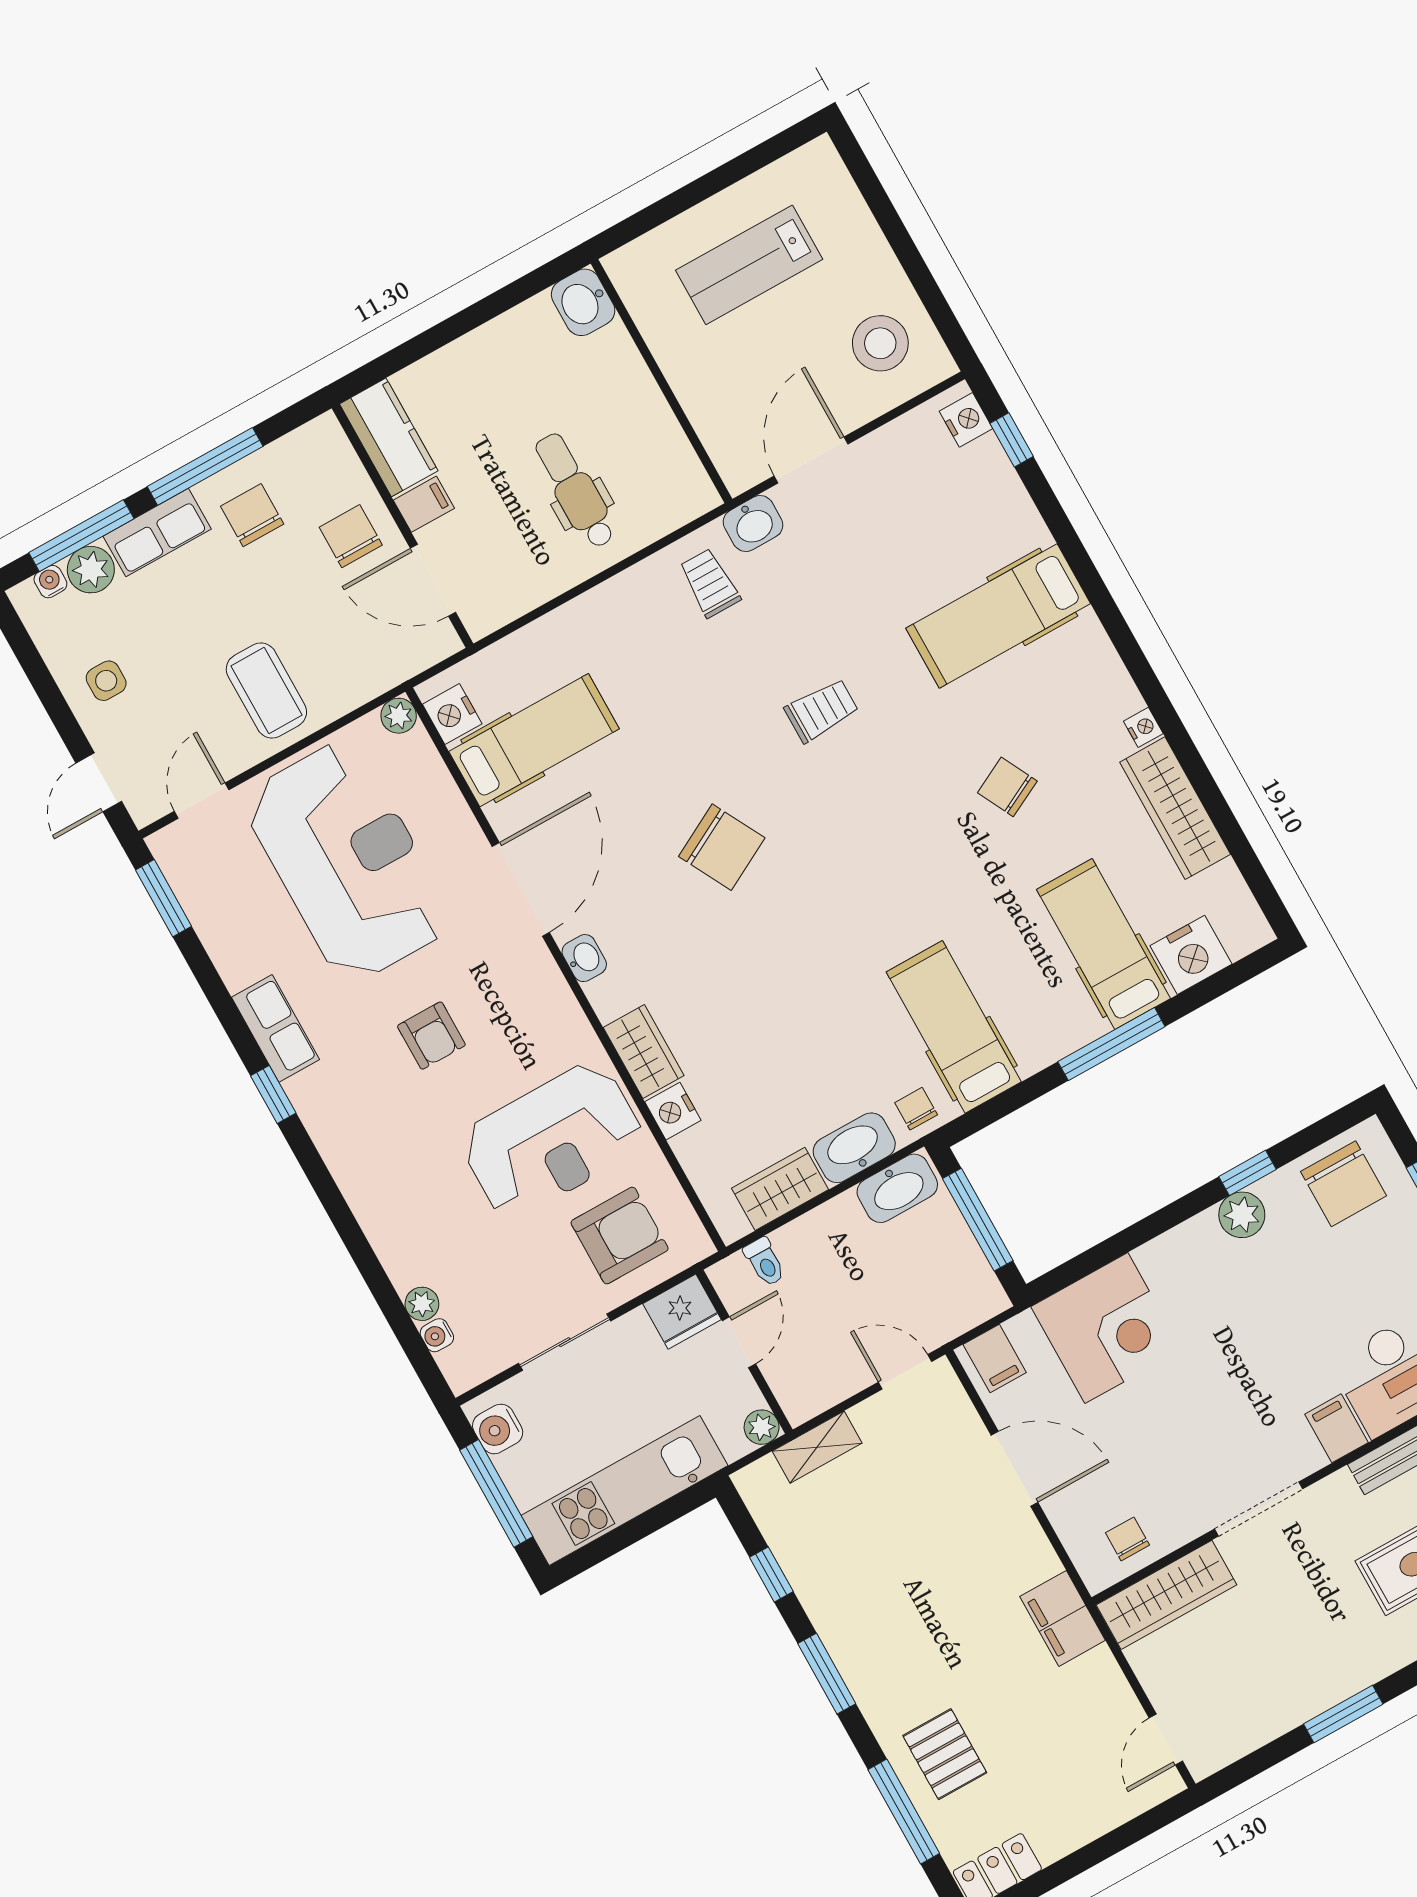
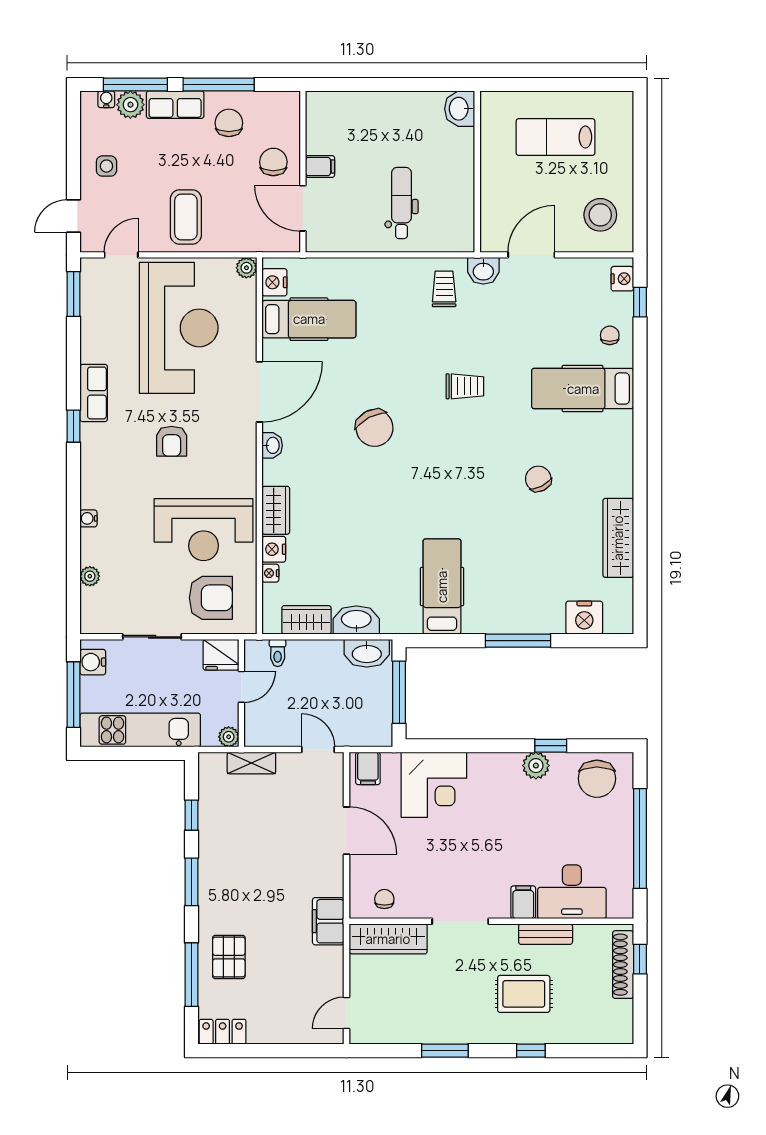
kitchen counter: (389, 437) -> (321, 122), removed
nightstand: (1143, 727) -> (270, 573), moved, turned 180
hospital bed: (1103, 944) -> (543, 587), removed
chair: (916, 1109) -> (610, 335), moved
water cooler: (437, 1335) -> (88, 518), moved

